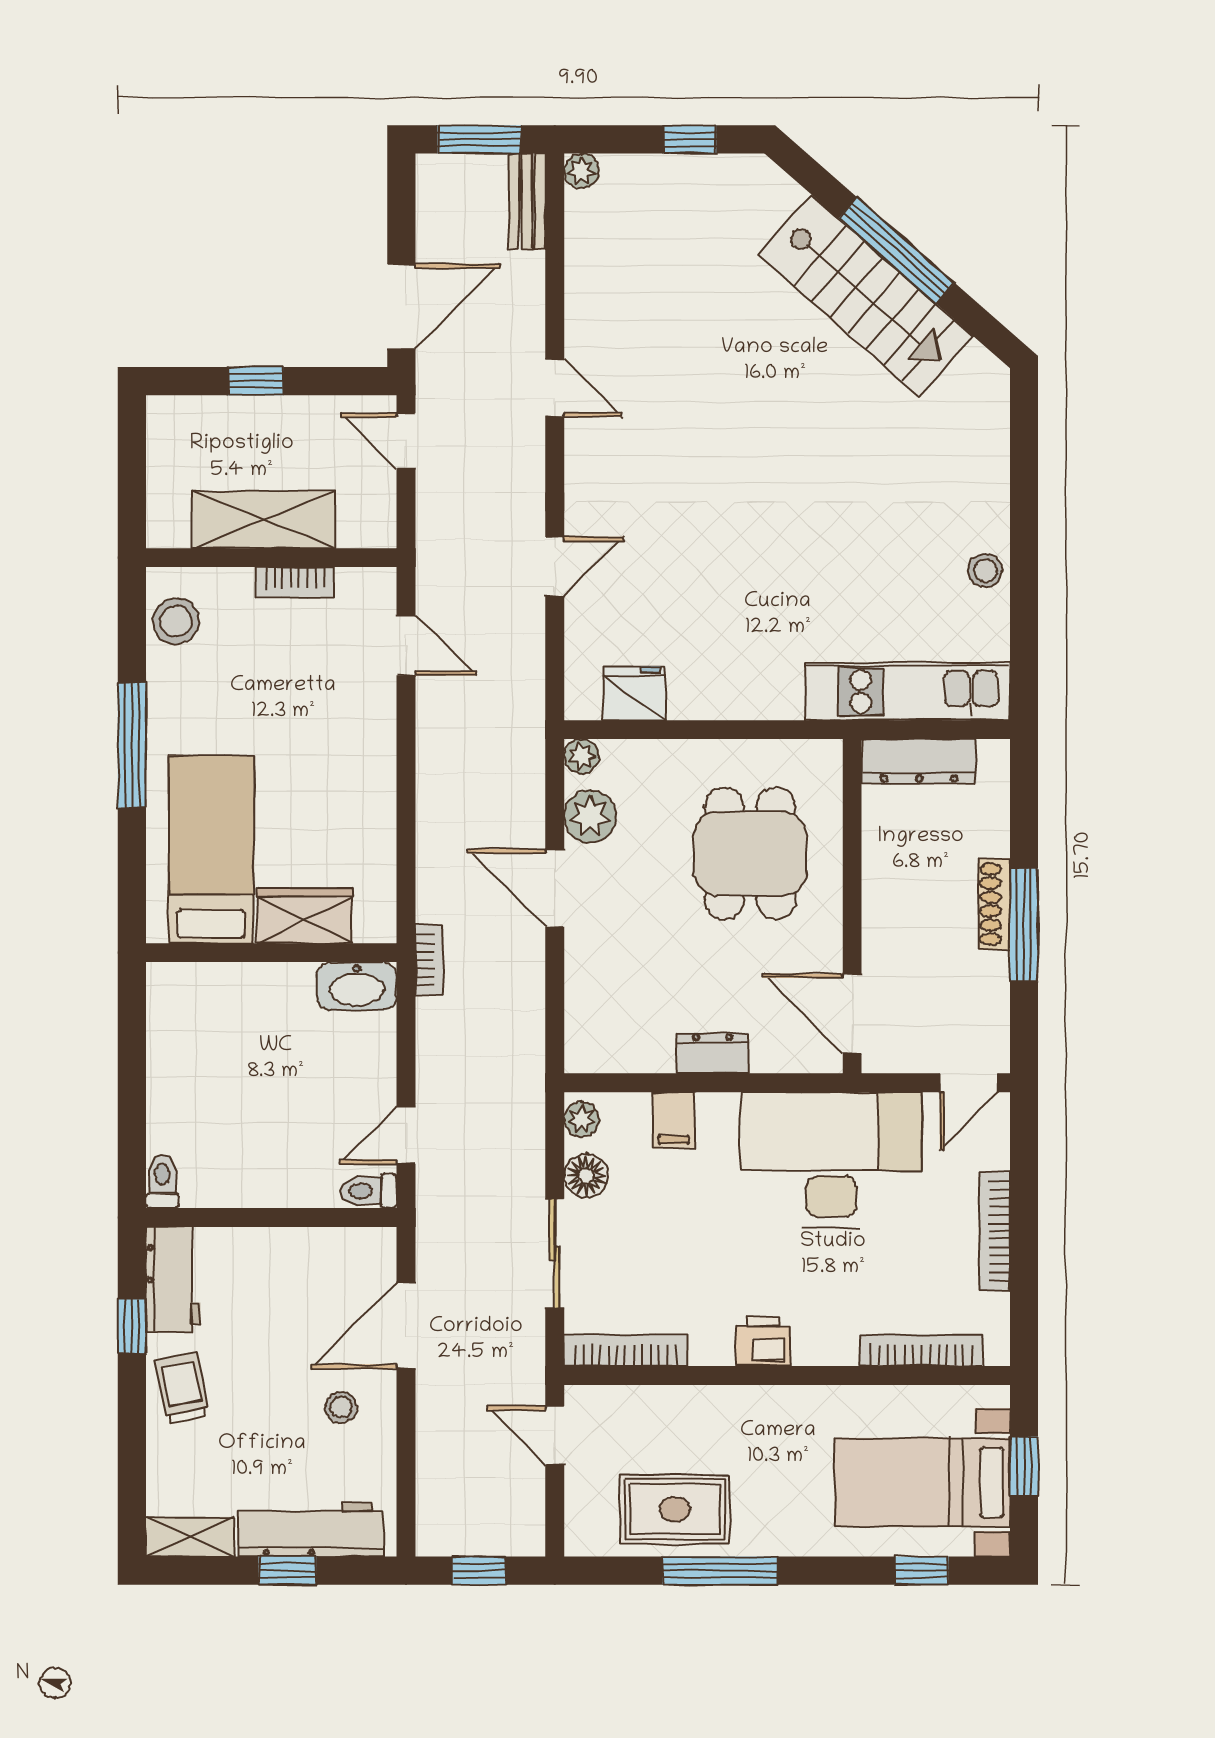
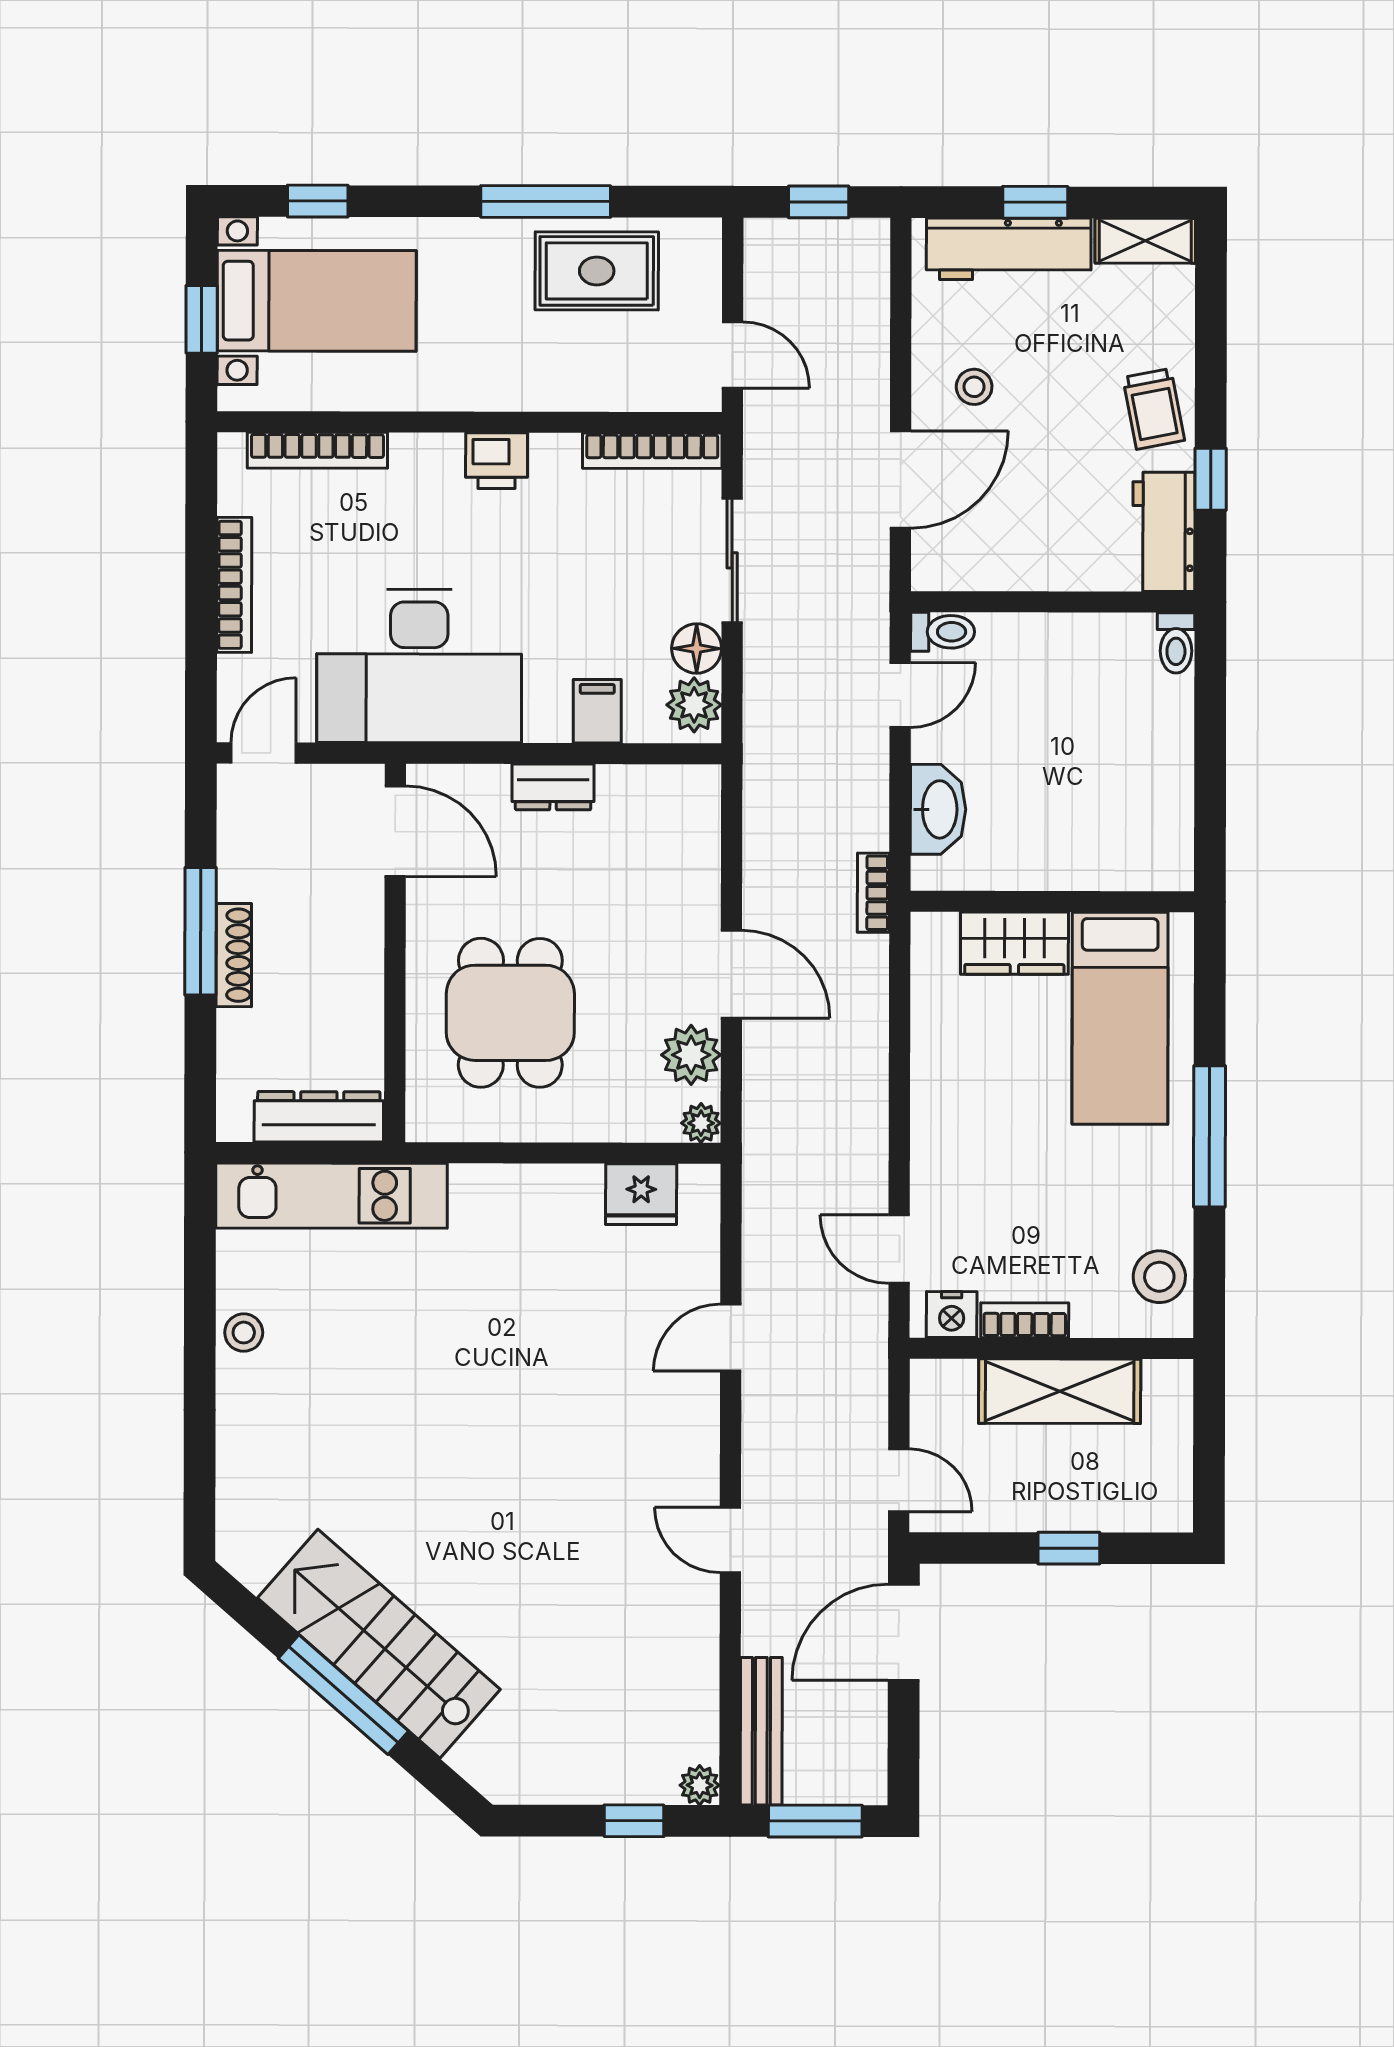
window: (690, 139) -> (634, 1821), moved
bench: (527, 201) -> (761, 1731), width x1.36
nightstand: (360, 587) -> (952, 1315), added
washbasin: (357, 986) -> (938, 809), moved, turned 90
plant: (582, 1119) -> (694, 705), width x1.38, depth x1.38

